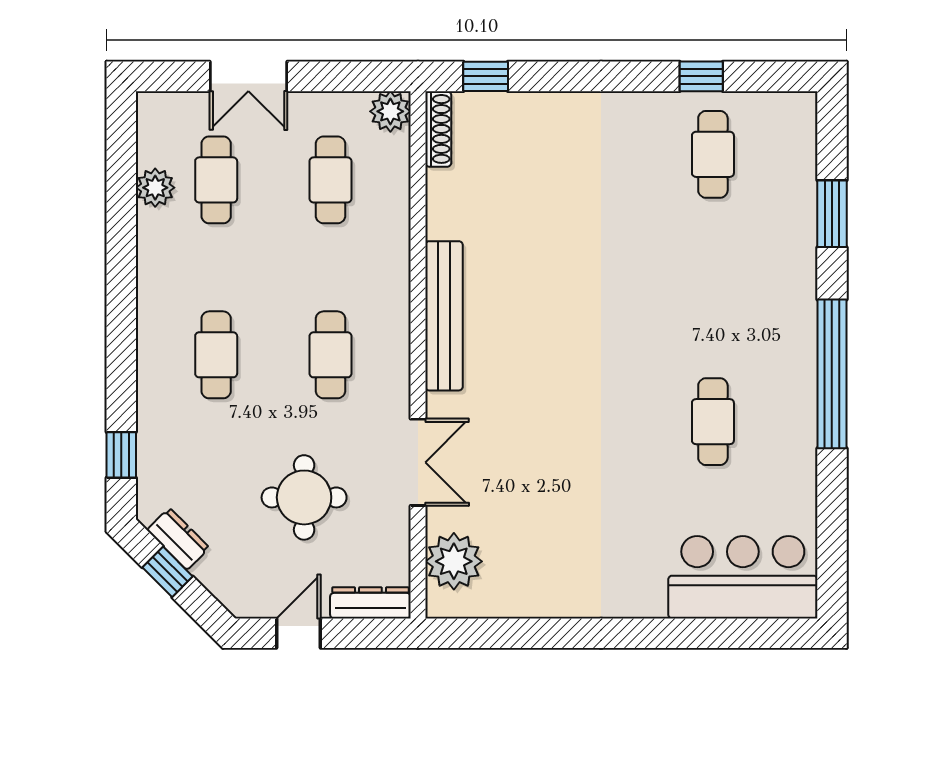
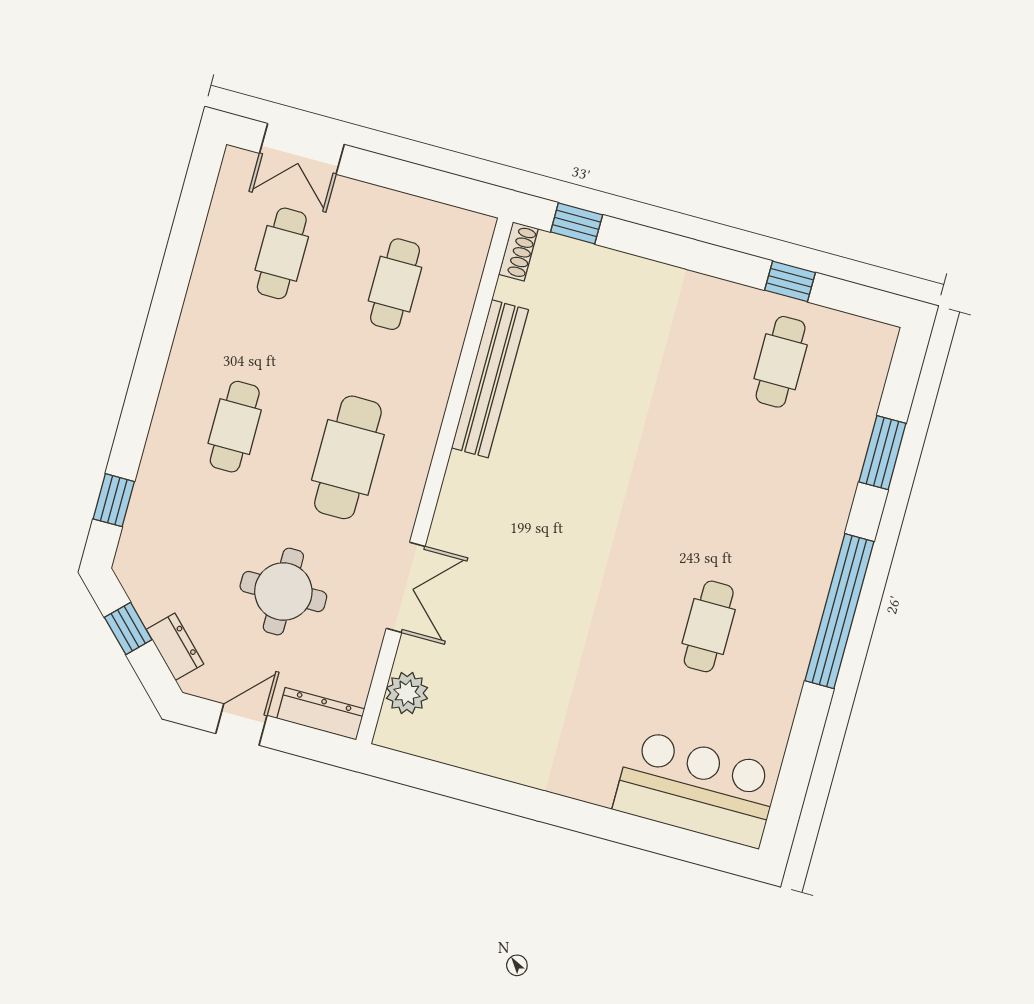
double door: (248, 76) -> (302, 149), moved
plant: (390, 111) -> (473, 232), removed
shoe rack: (438, 129) -> (518, 251), width x0.70
plant: (155, 188) -> (219, 245), removed
bench: (444, 316) -> (490, 379), moved
cafe table: (330, 355) -> (348, 457), width x1.37, depth x1.35
dresser: (178, 539) -> (175, 647), moved
plant: (454, 561) -> (407, 693), width x0.73, depth x0.73

